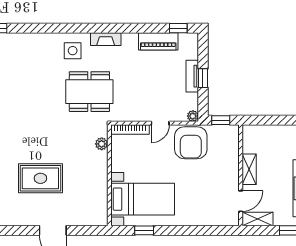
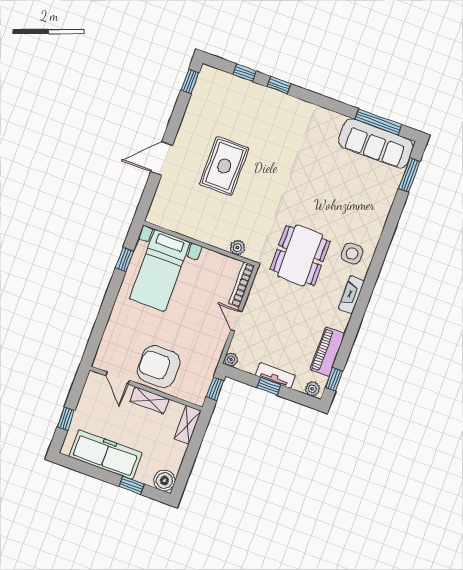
plant: (192, 43) -> (312, 389), added
armchair: (191, 143) -> (159, 367), moved
shelving: (258, 219) -> (188, 425), moved

